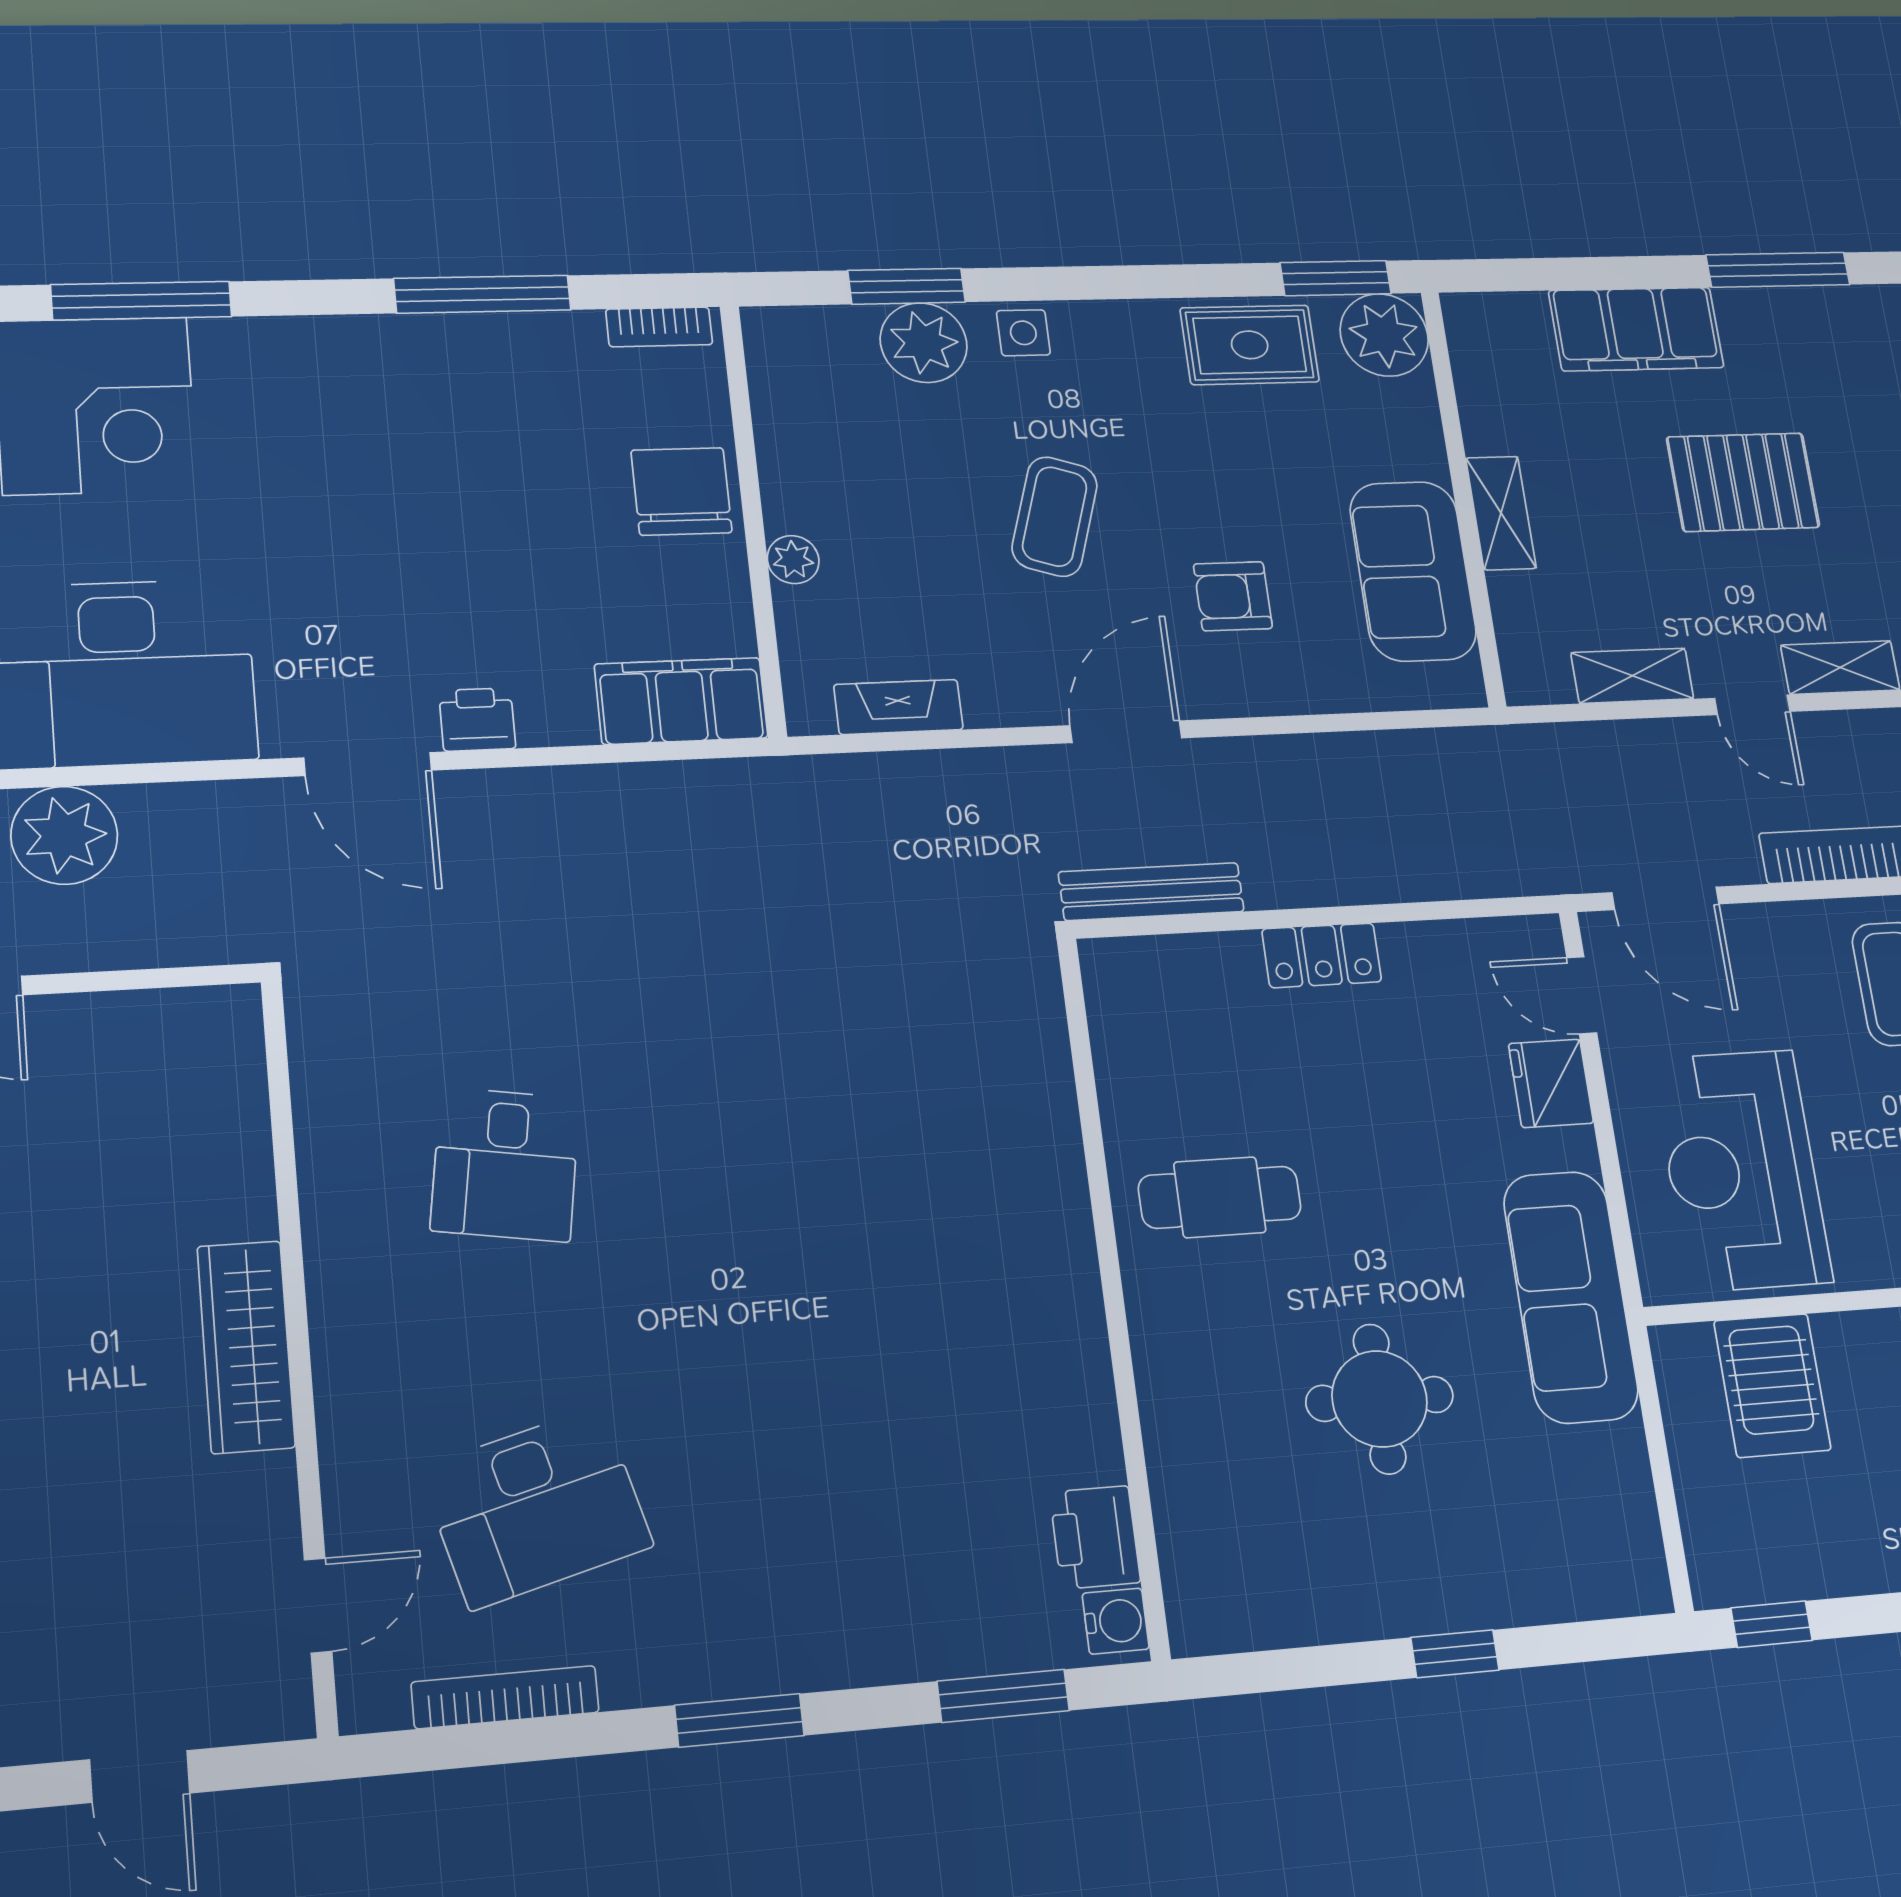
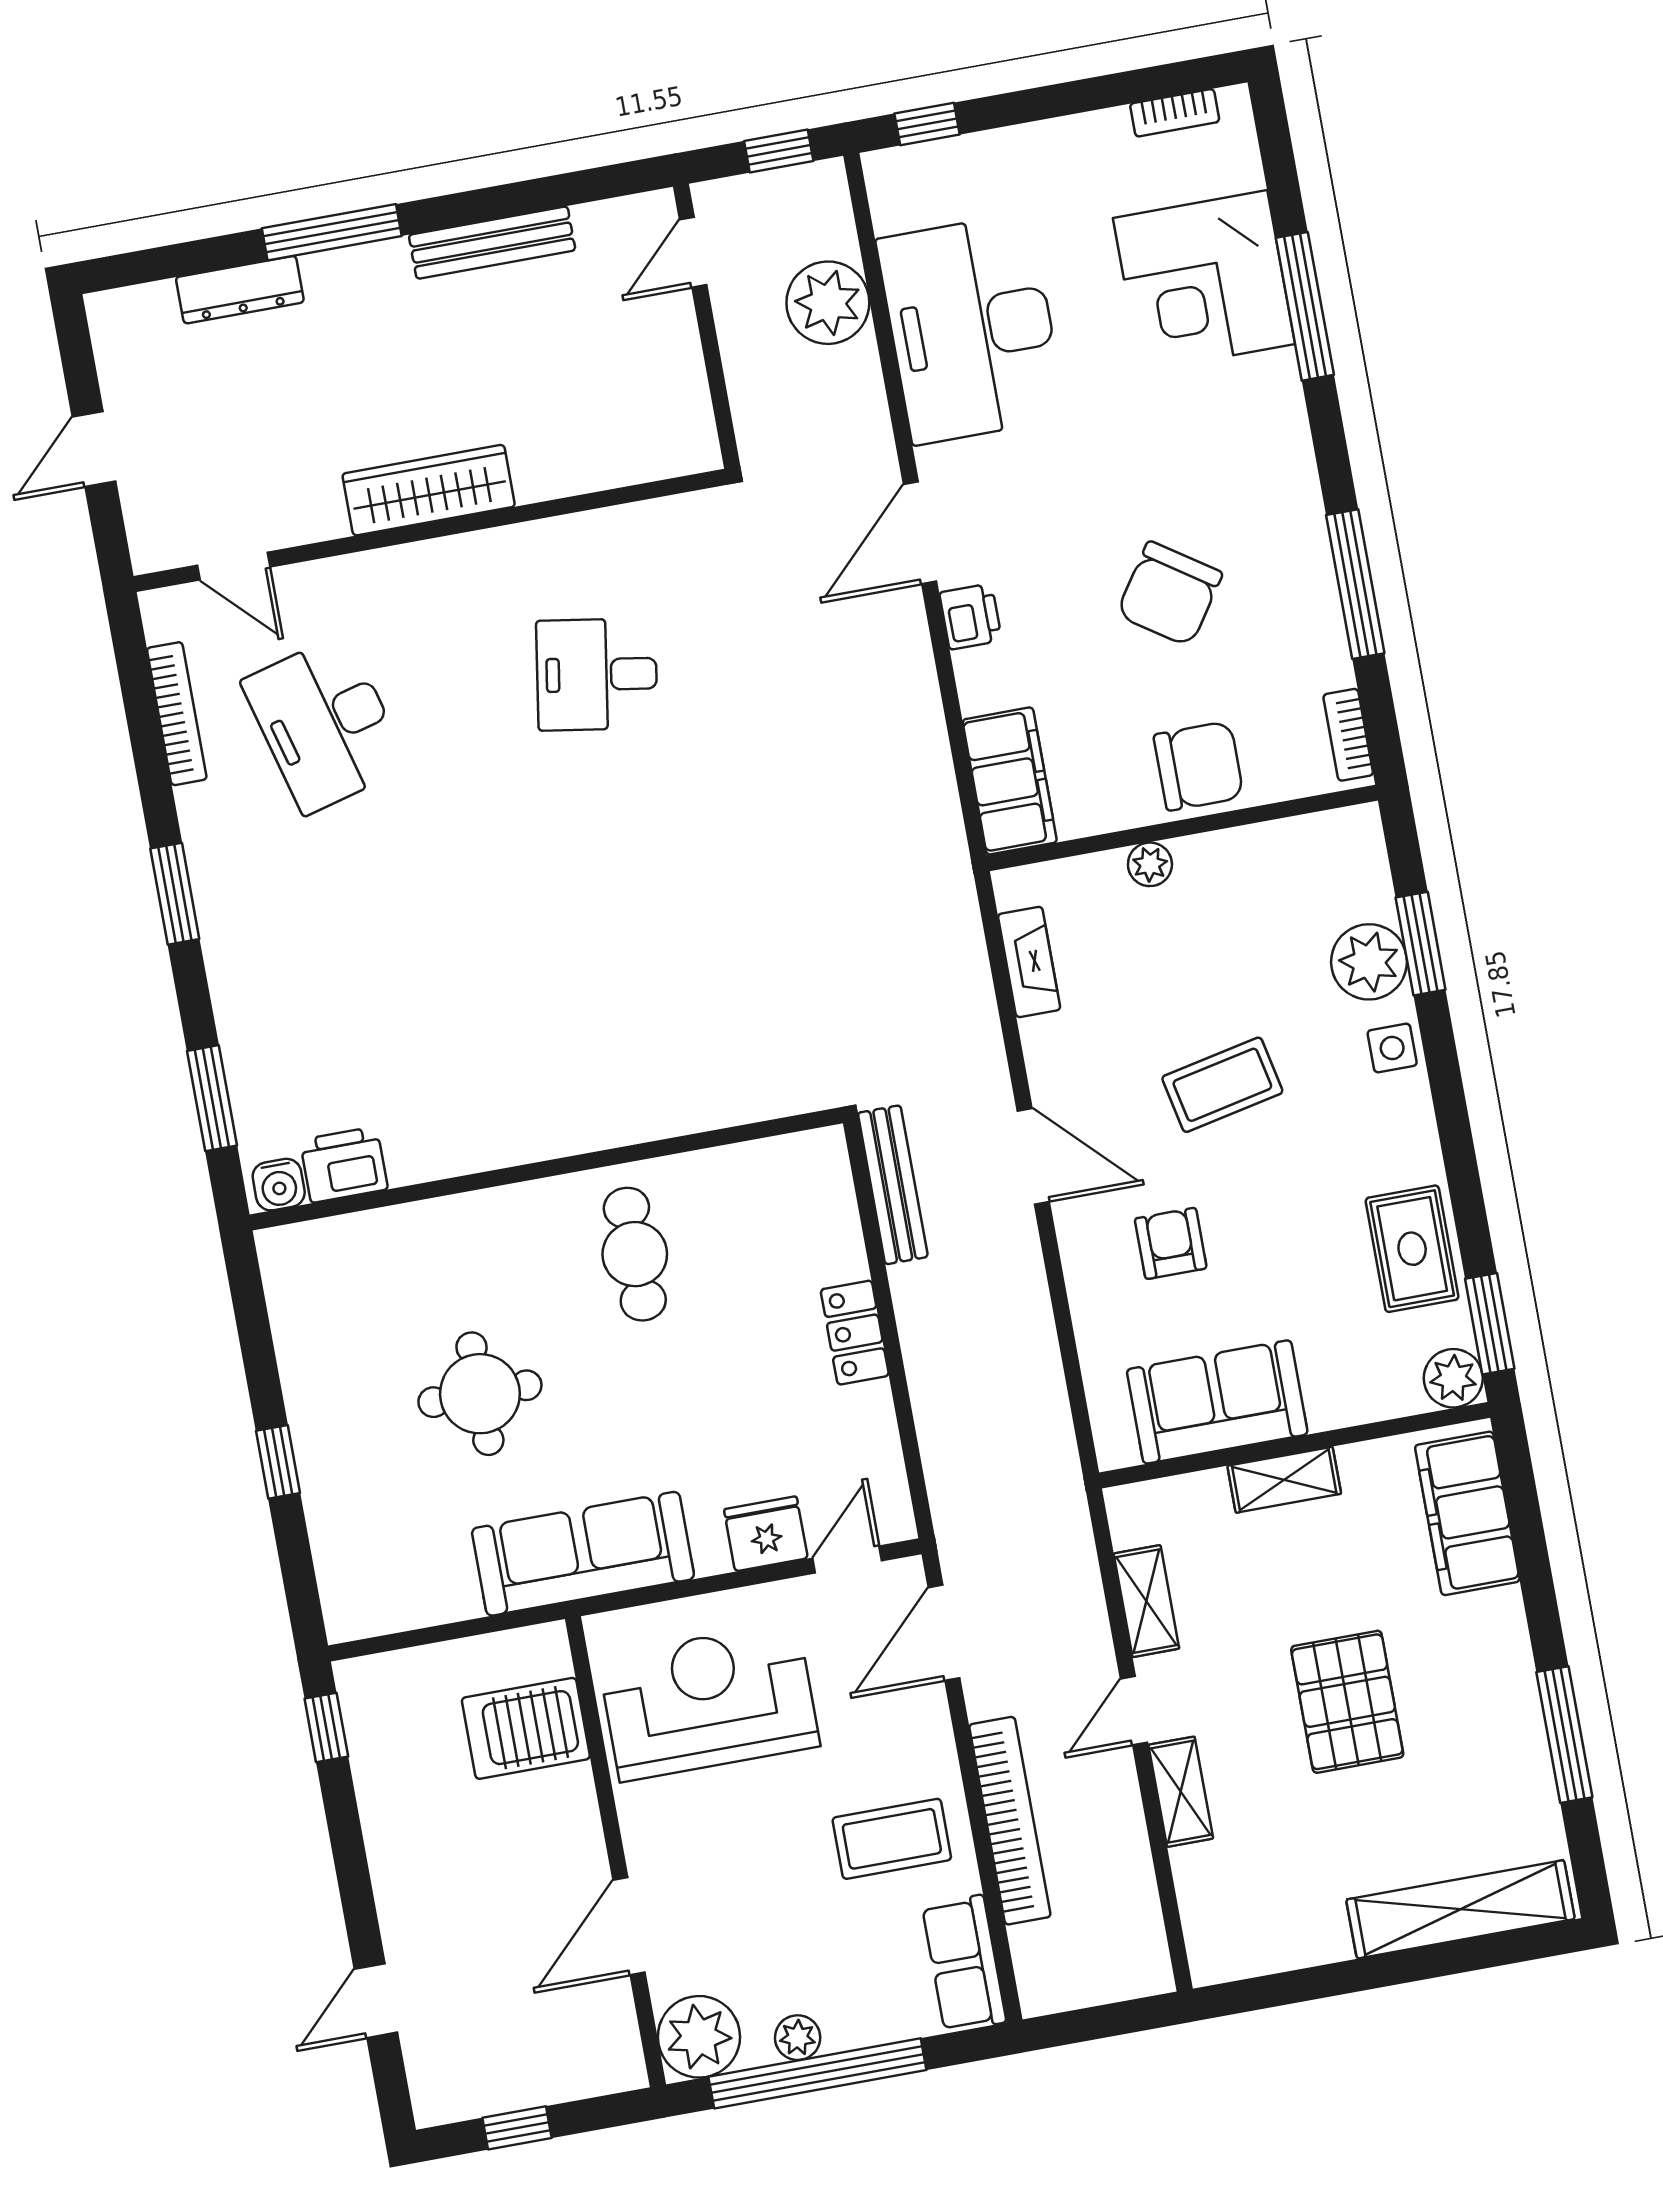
filing cabinet: (1636, 329) -> (1467, 1513), moved
plant: (1384, 335) -> (1453, 1378), width x0.73, depth x0.73
chair: (473, 495) -> (1169, 594), added
coffee table: (1055, 517) -> (1222, 1085), turned -30

